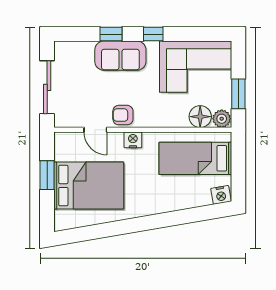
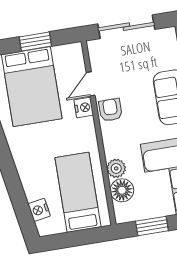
plant: (222, 119) -> (116, 168), moved
nightstand: (133, 140) -> (84, 108), moved
nightstand: (221, 195) -> (39, 210), moved

